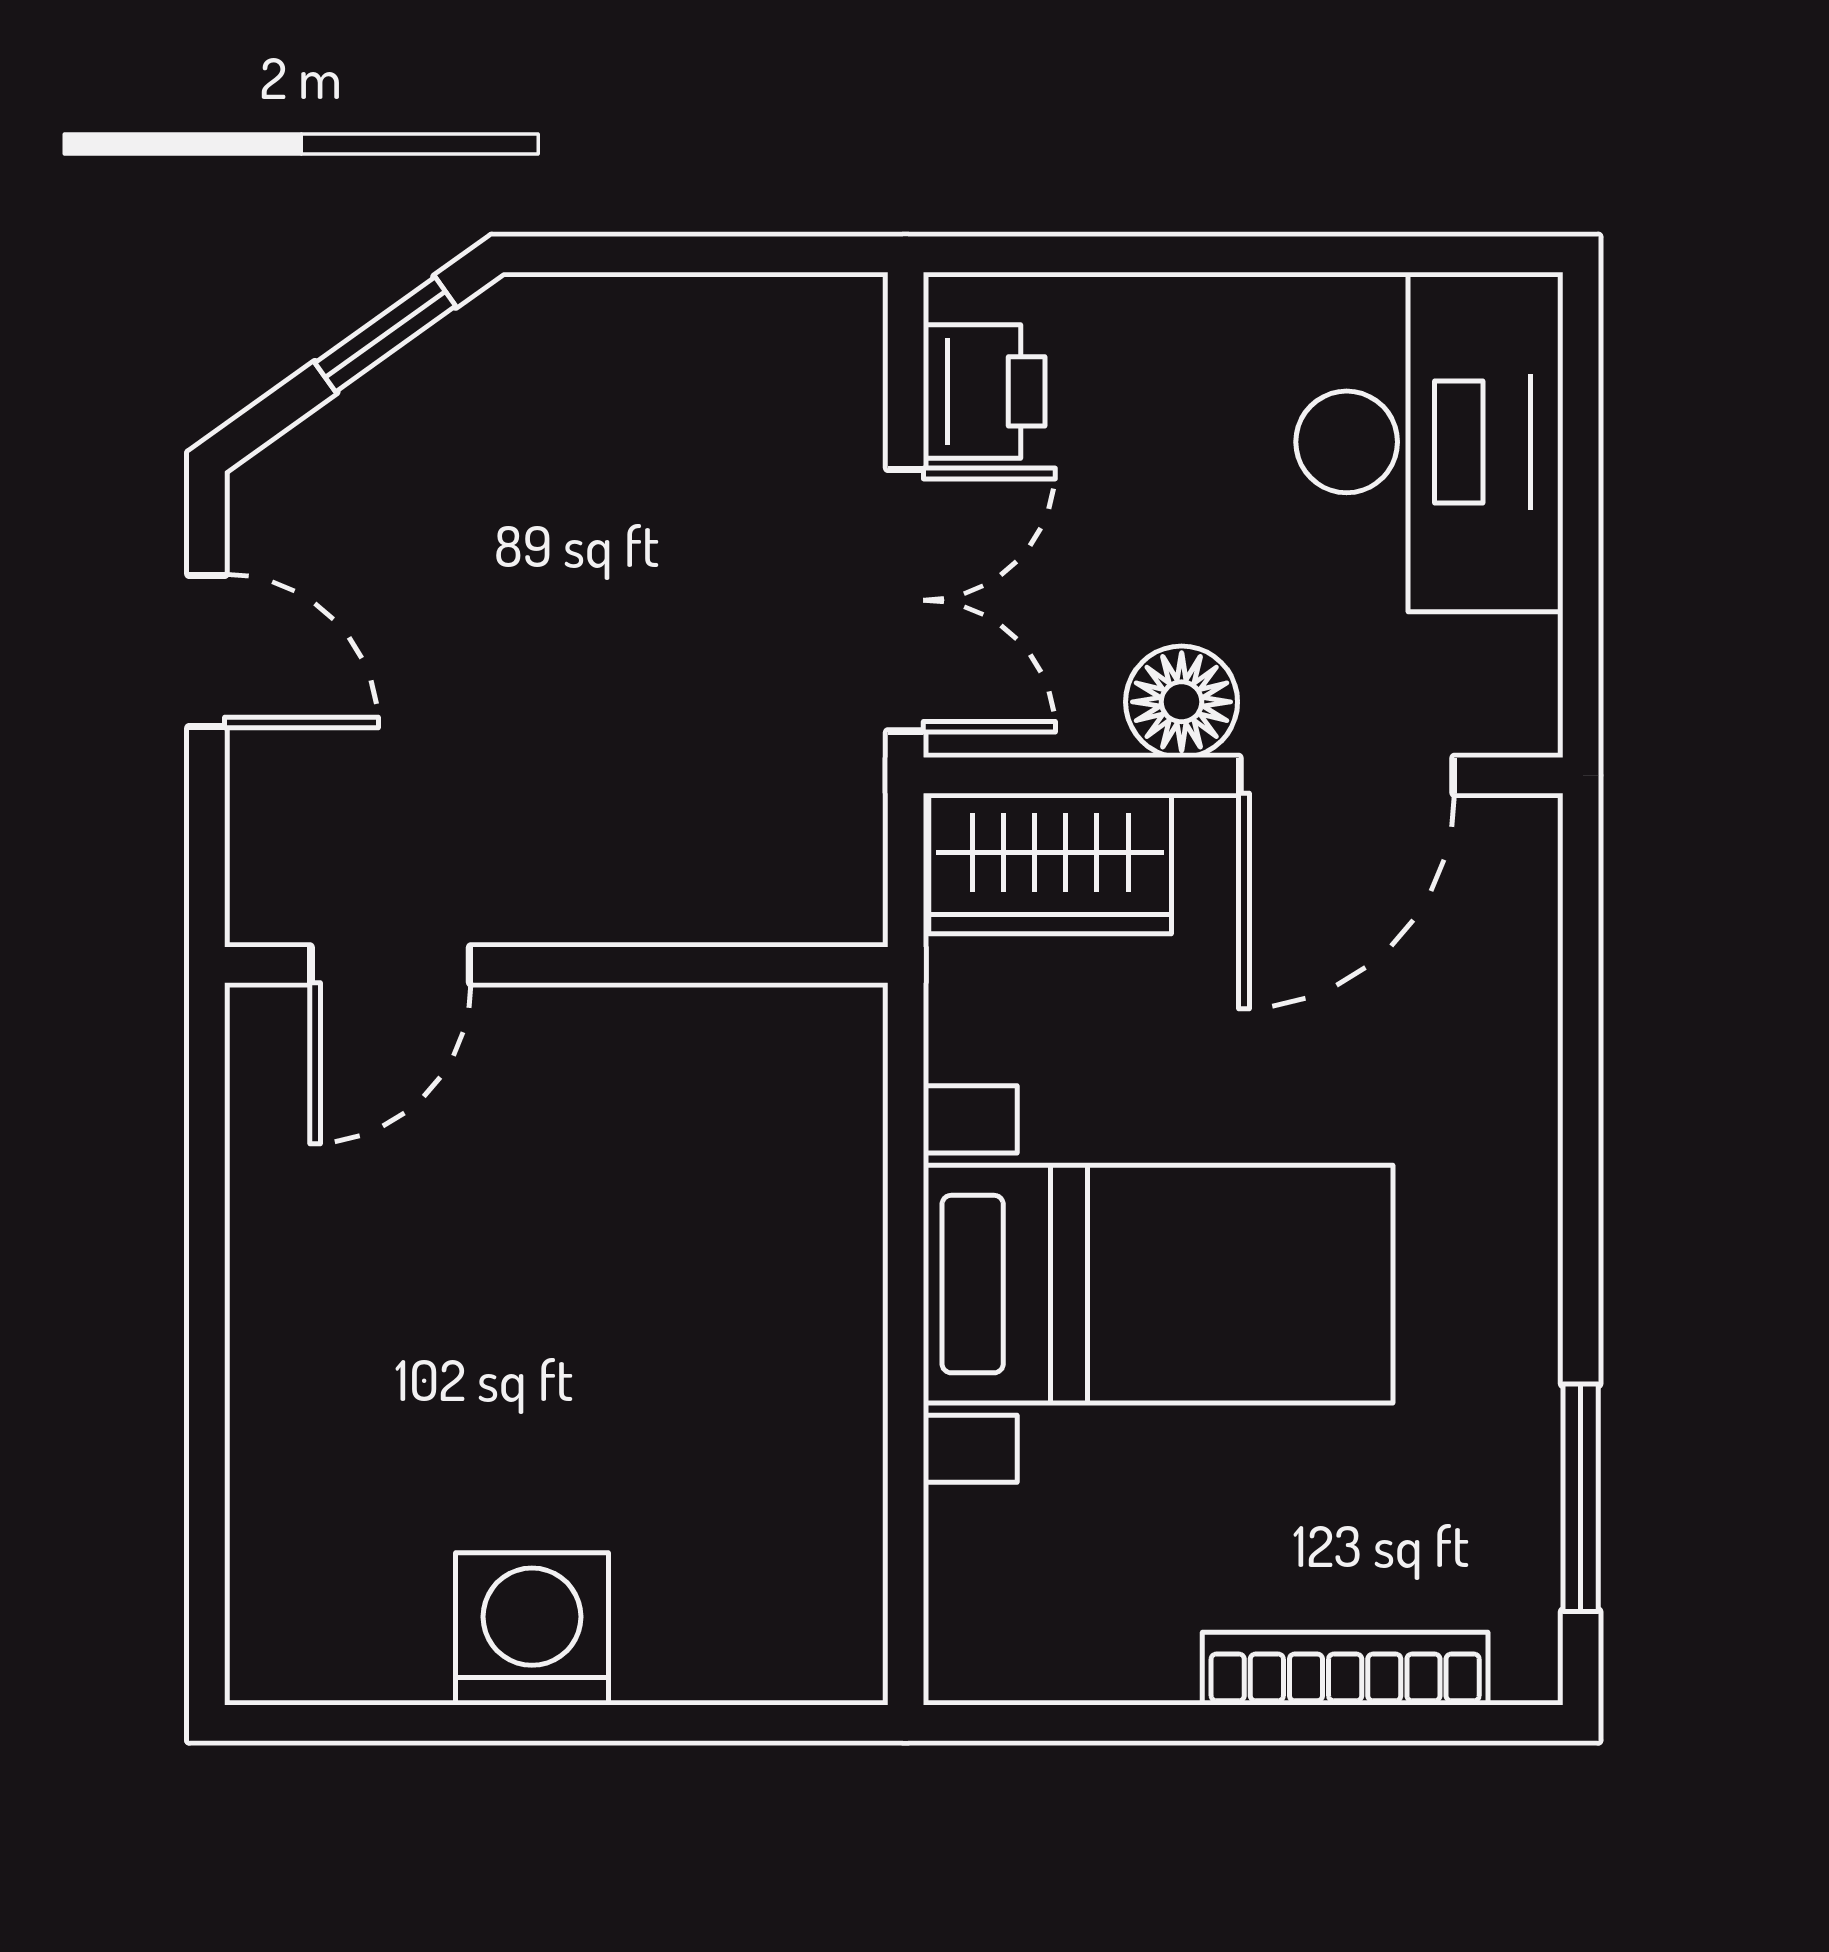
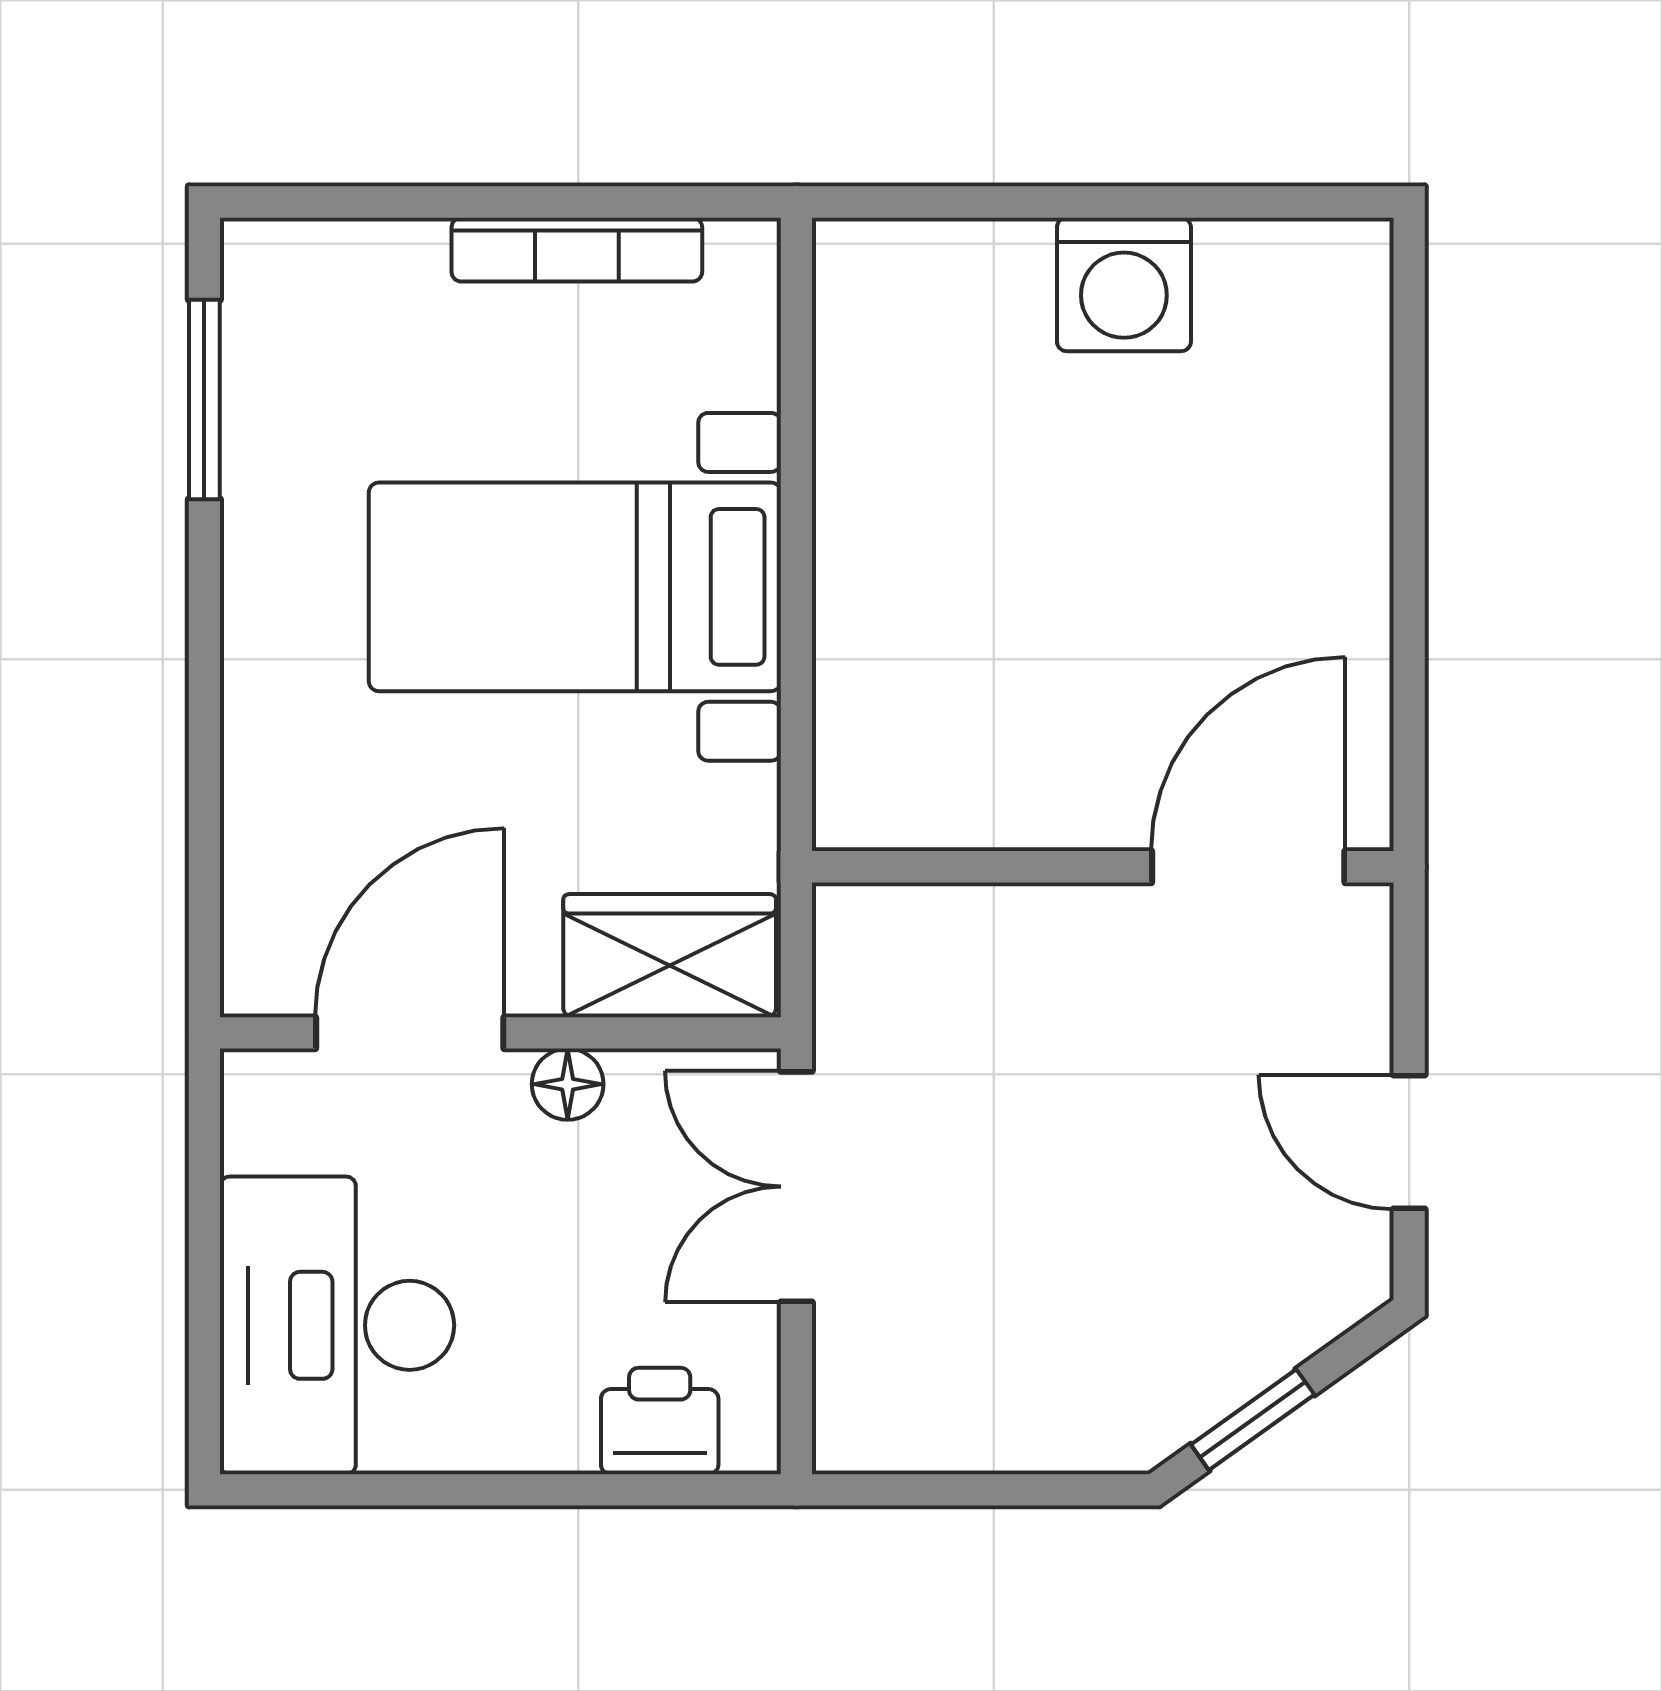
printer: (984, 391) -> (660, 1421), moved, turned 90
floor lamp: (1182, 702) -> (568, 1084), width x0.73, depth x0.73
door: (390, 965) -> (1248, 867), width x1.38
bookcase: (1345, 1669) -> (577, 250), moved

